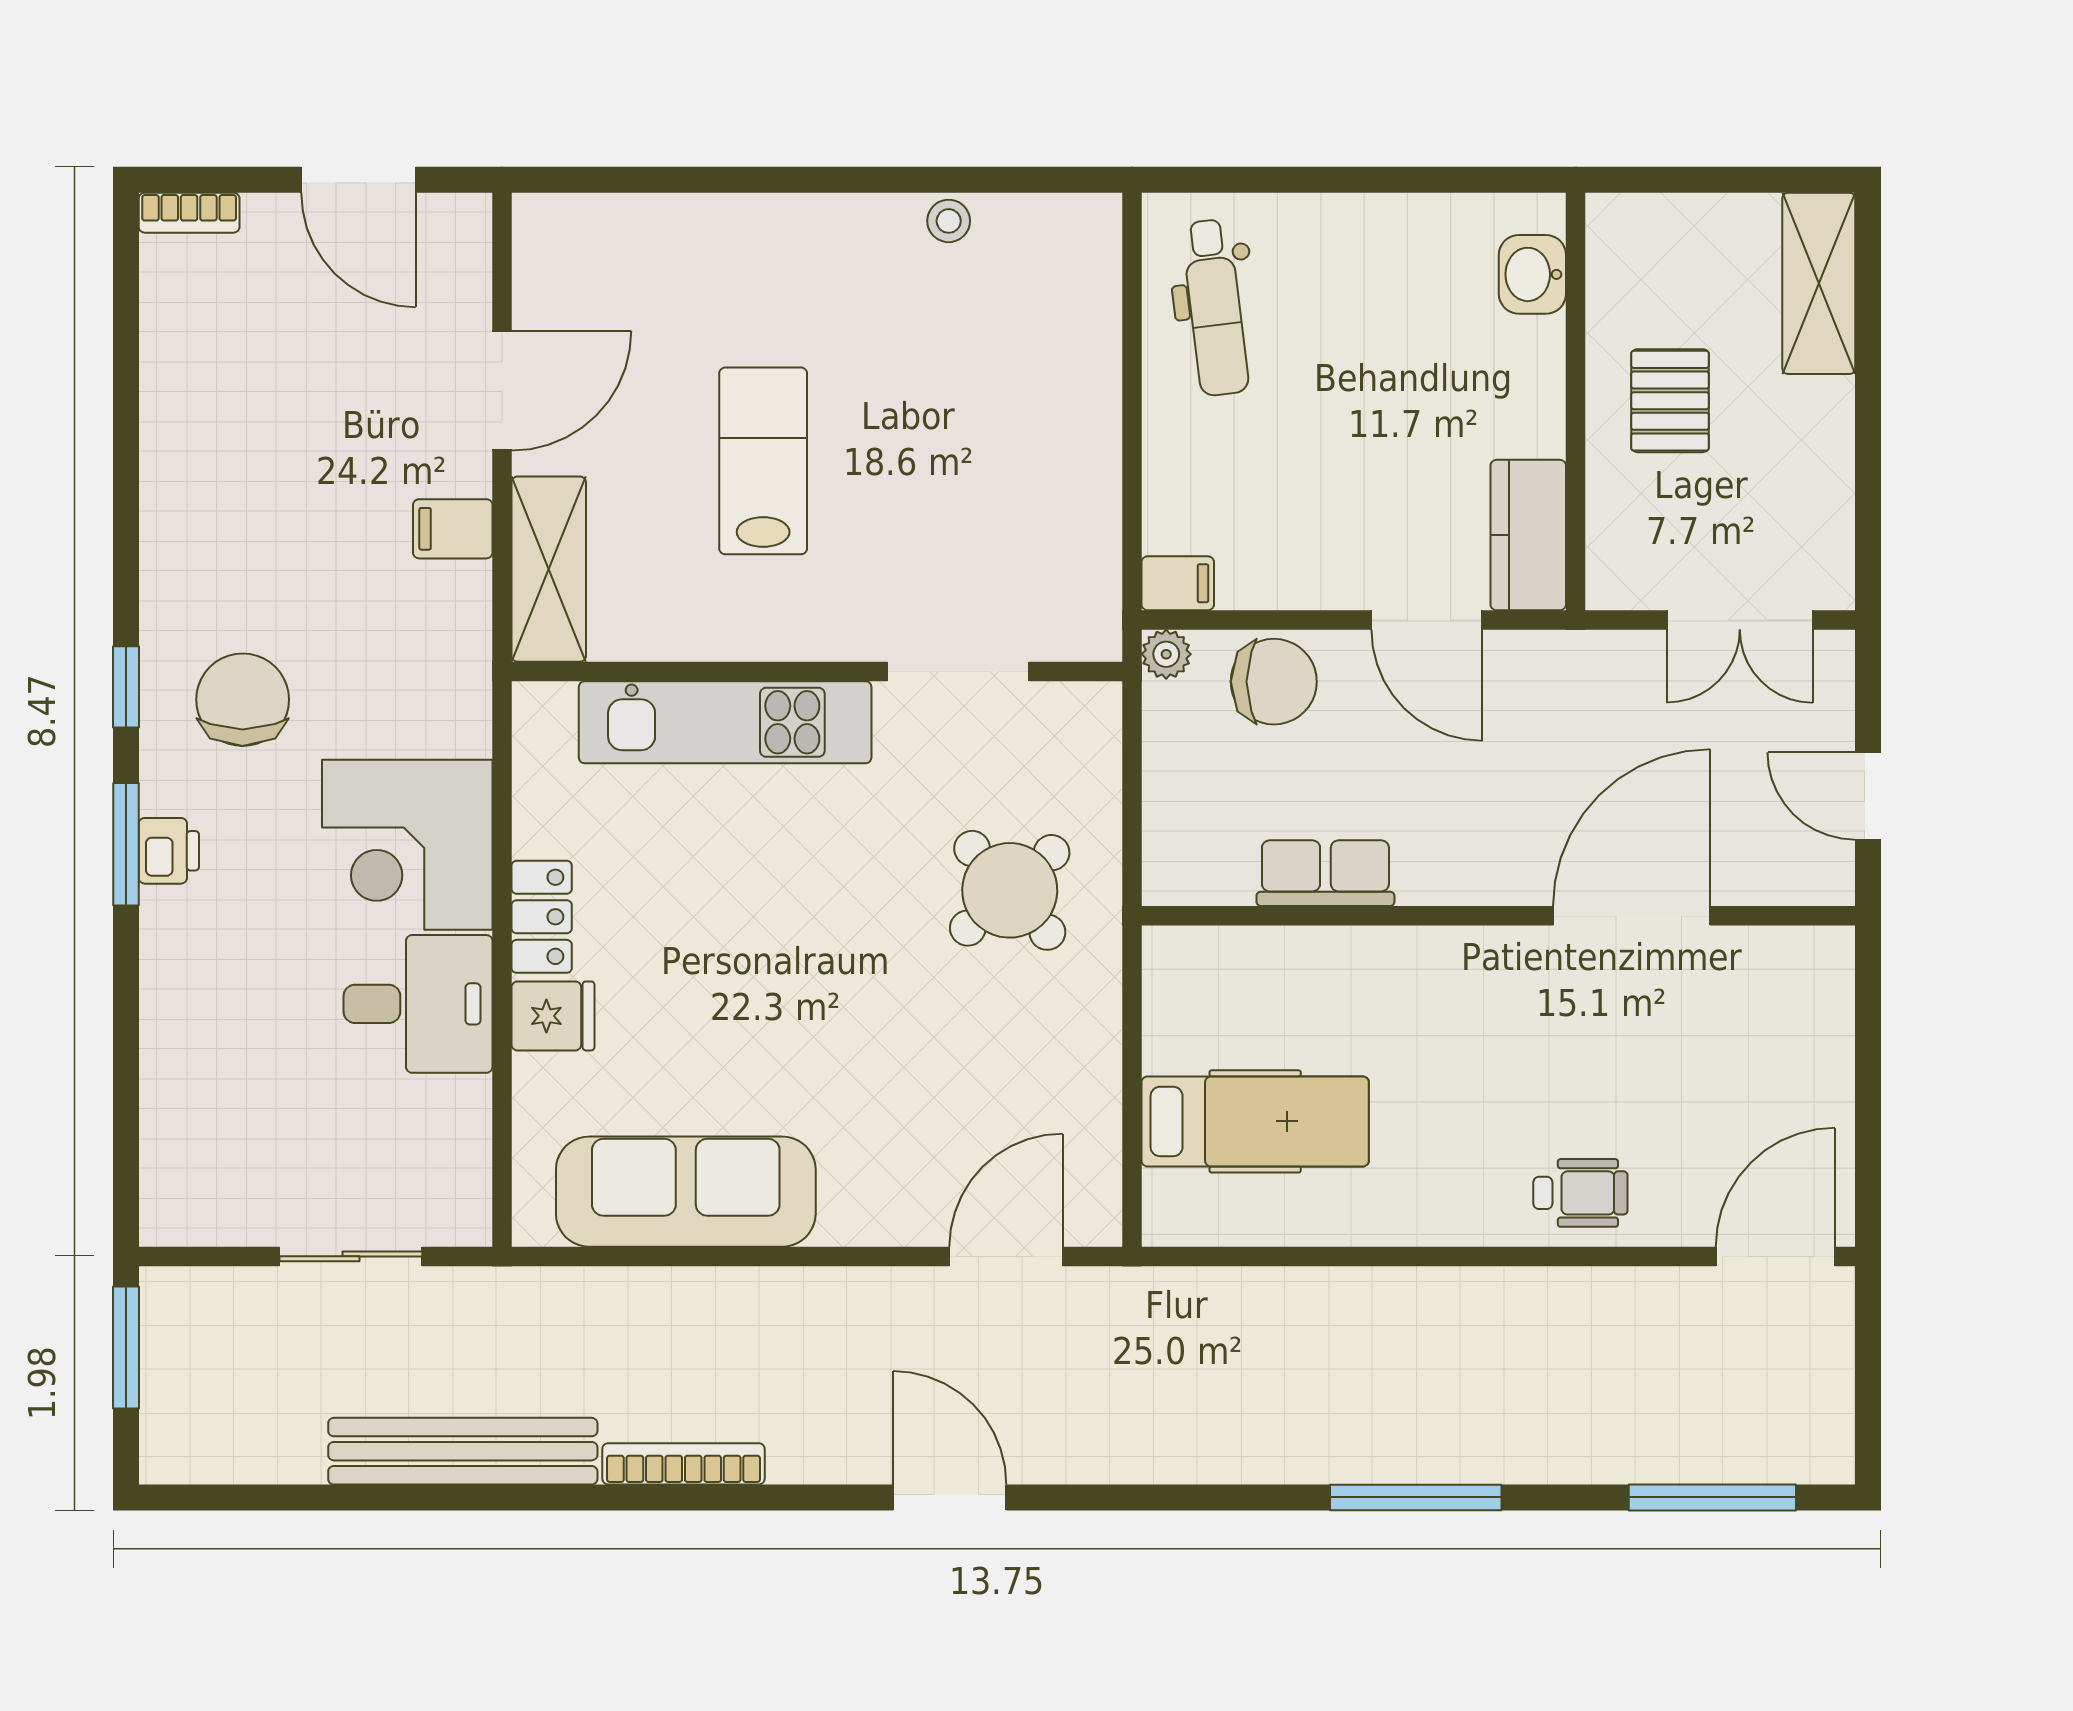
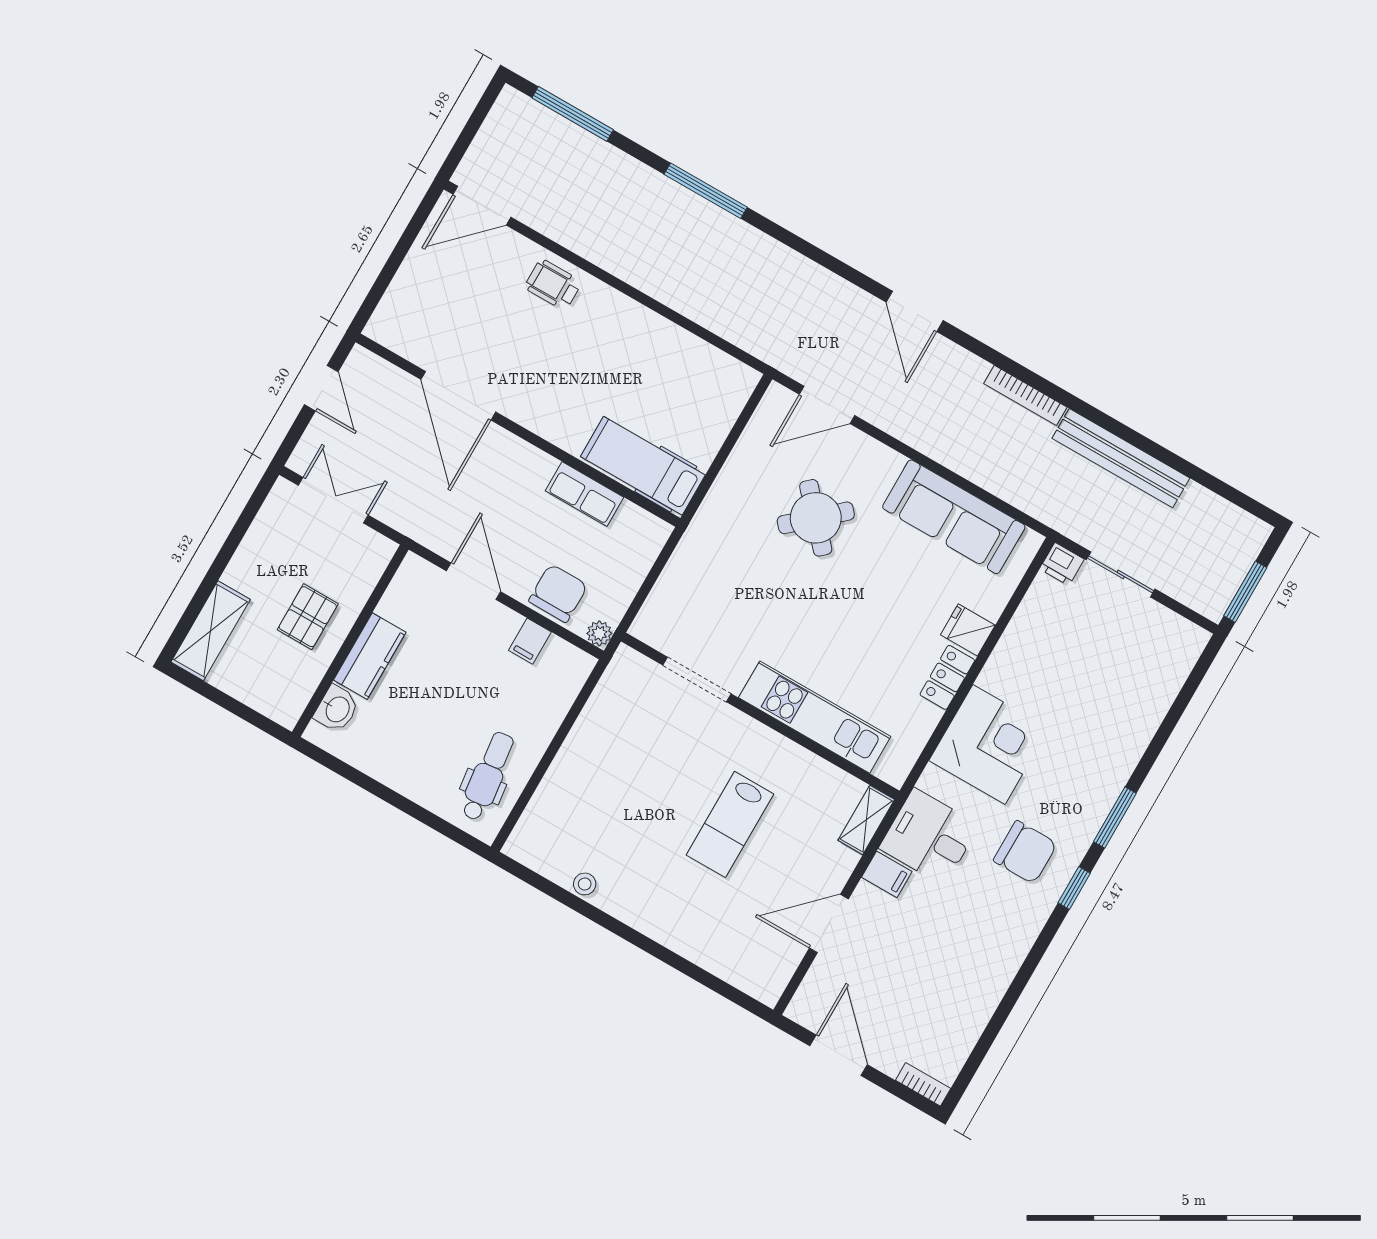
kitchen counter: (1528, 535) -> (370, 656), moved
shelving: (549, 569) -> (866, 820), width x0.67, depth x0.75
filing cabinet: (1178, 583) -> (530, 641), moved, turned -90
chair: (1274, 682) -> (558, 593), turned 90
chair: (243, 700) -> (1025, 852), turned -90
printer: (169, 851) -> (1062, 564), moved, turned -90
round table: (1010, 890) -> (816, 518), moved
door: (1632, 916) -> (458, 396), hinge flipped
desk: (418, 1004) -> (929, 837), moved
hospital bed: (1255, 1121) -> (643, 466), moved

